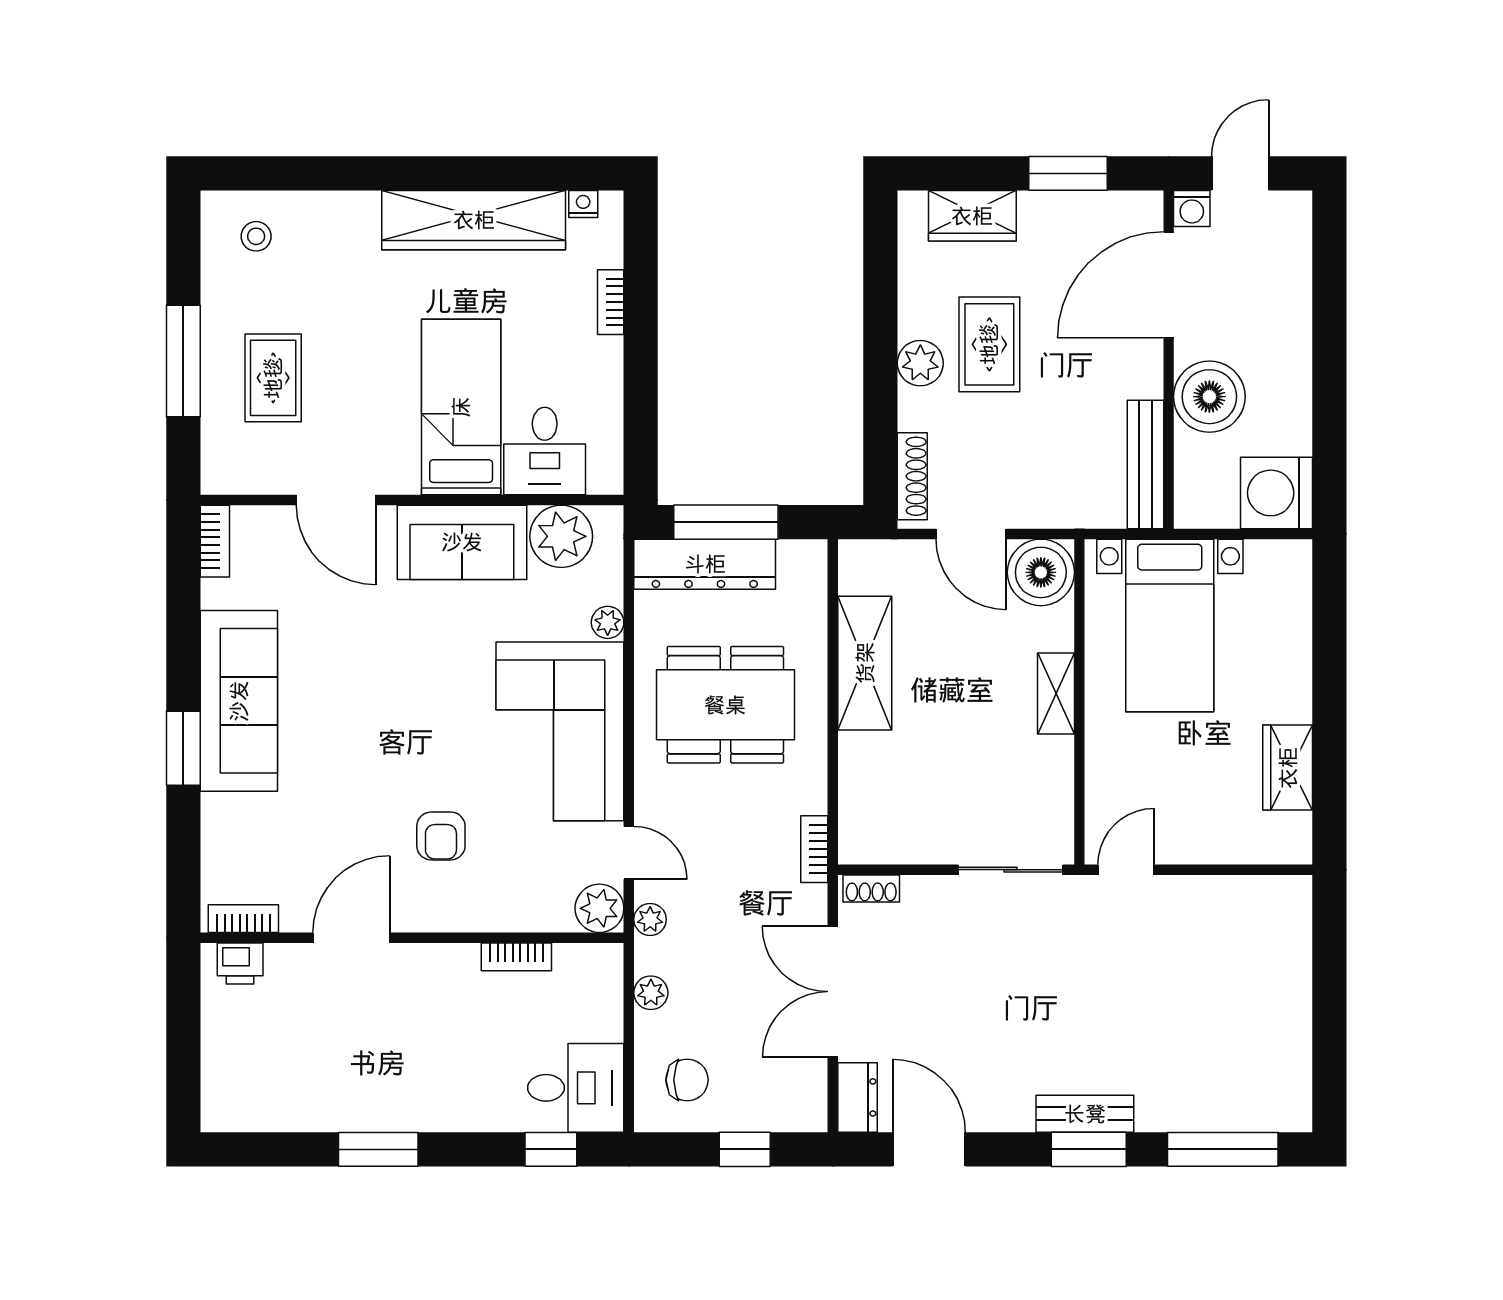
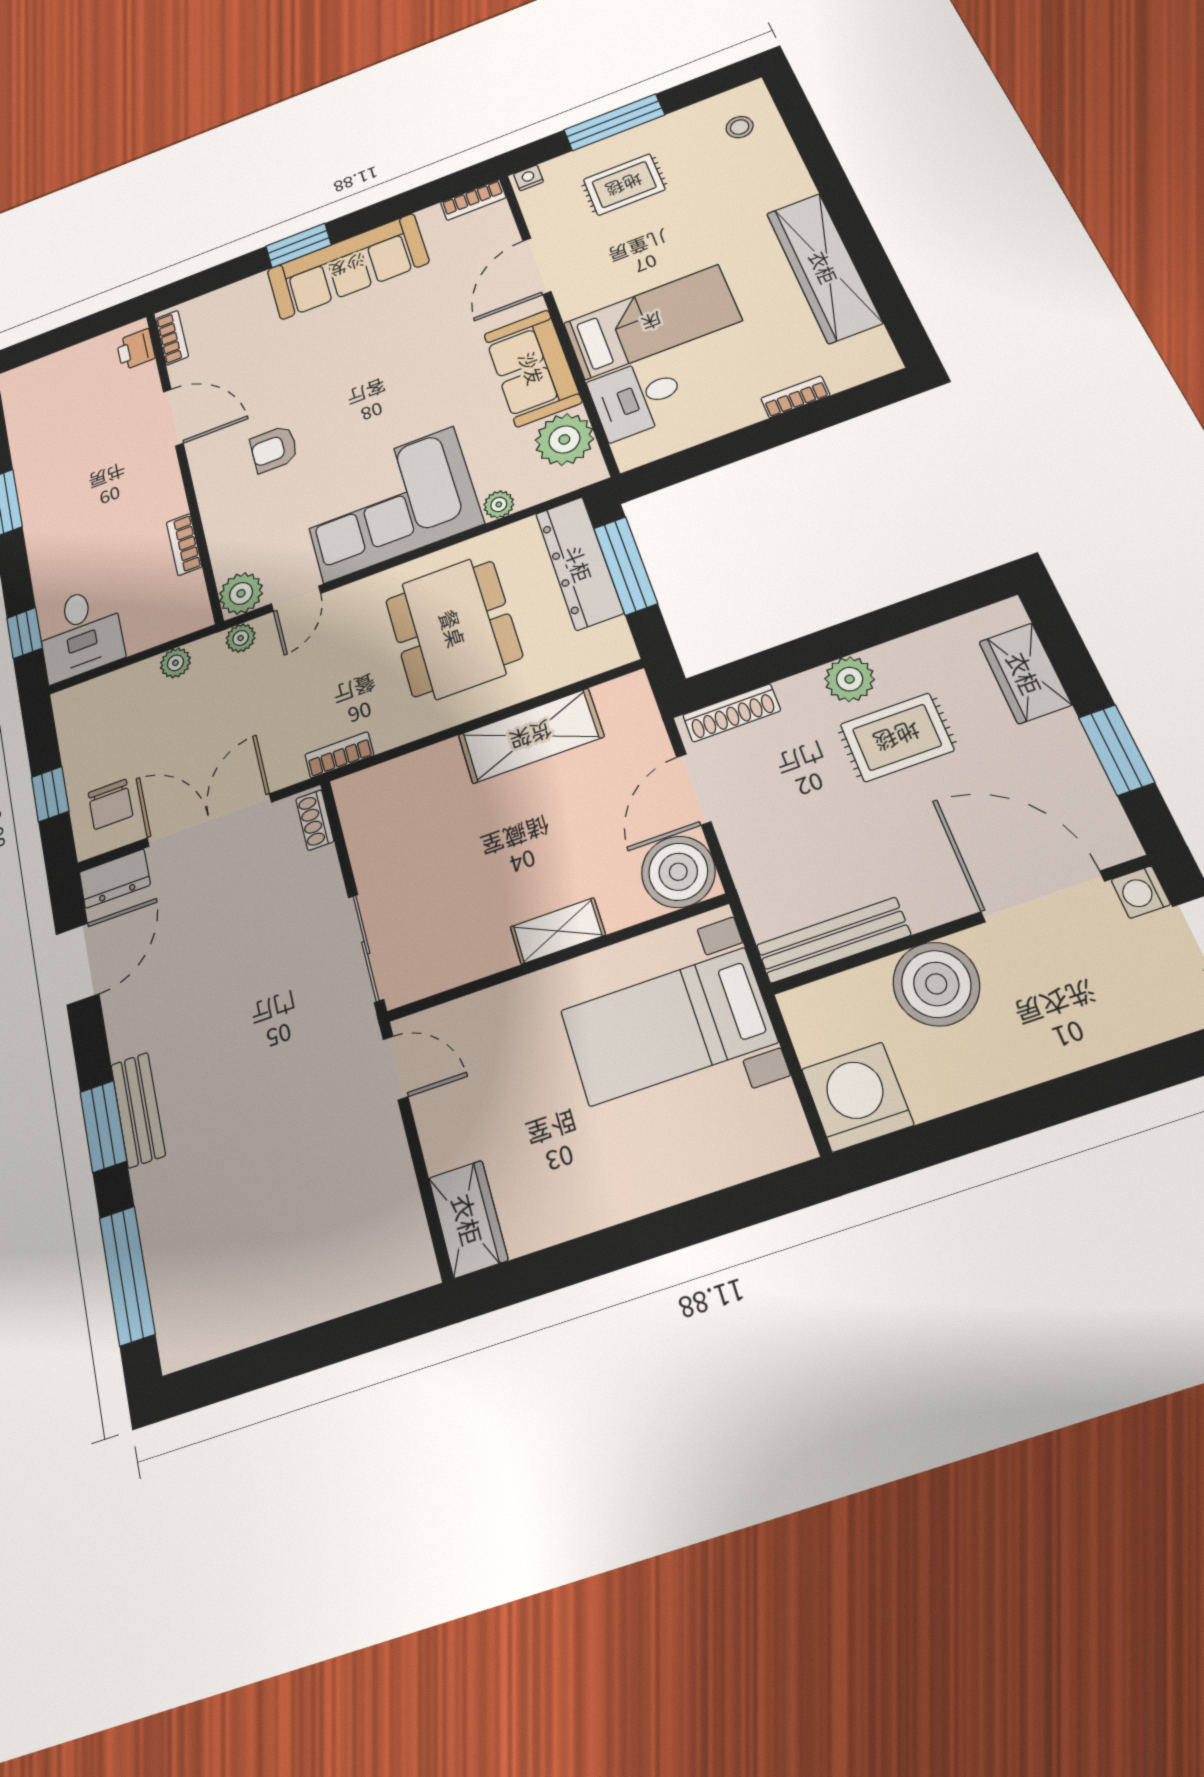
nightstand: (583, 204) -> (529, 178), moved, turned -90
wardrobe: (1288, 768) -> (468, 1219), moved, turned 90
chair: (687, 1080) -> (110, 804), moved

